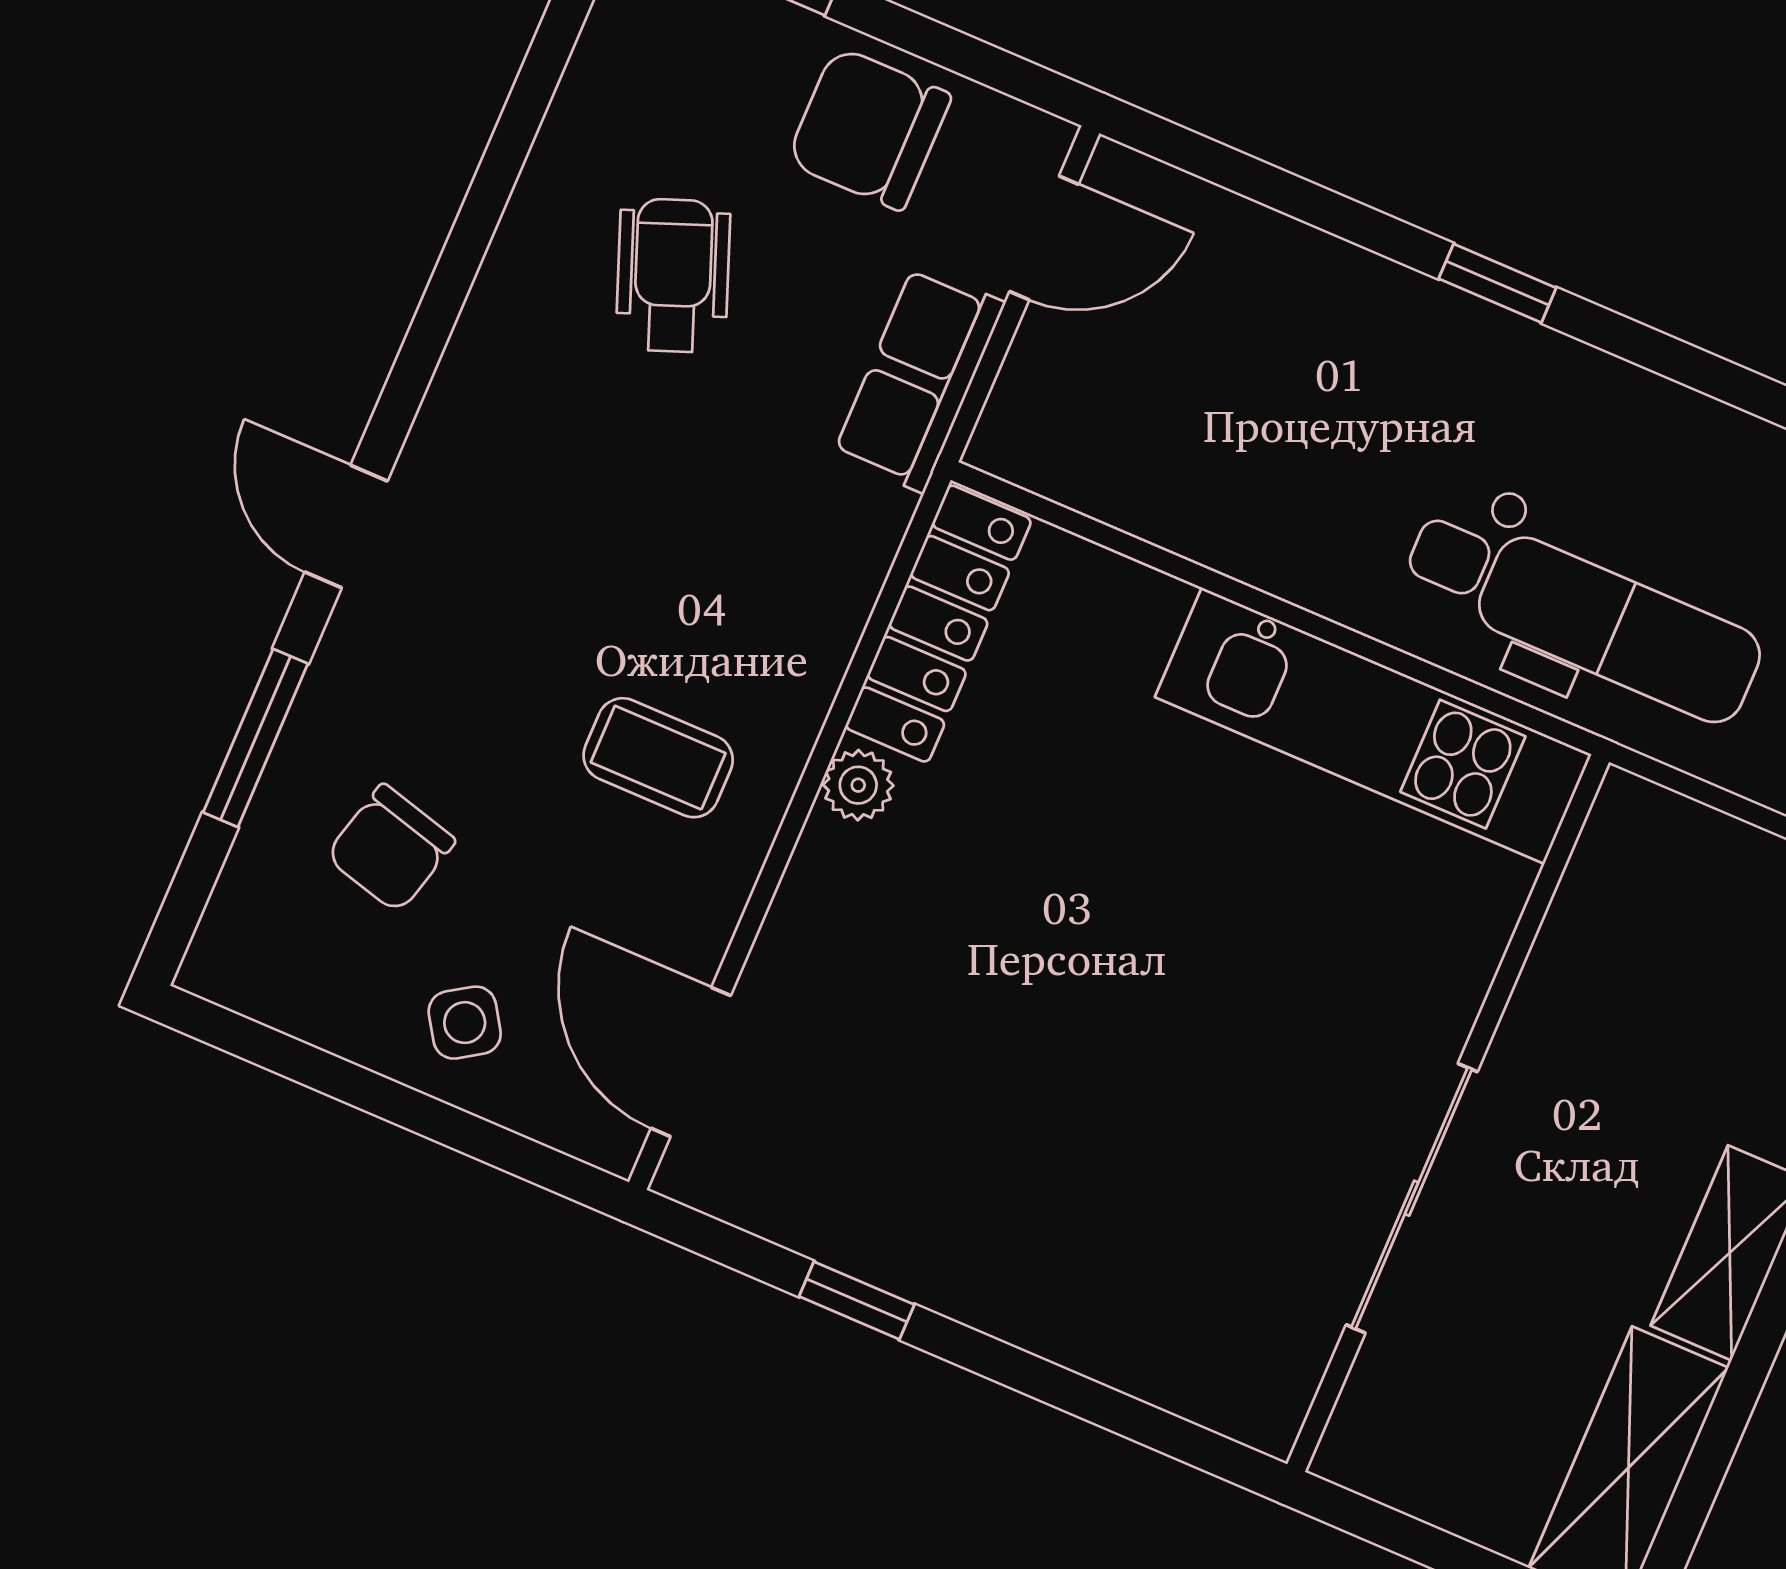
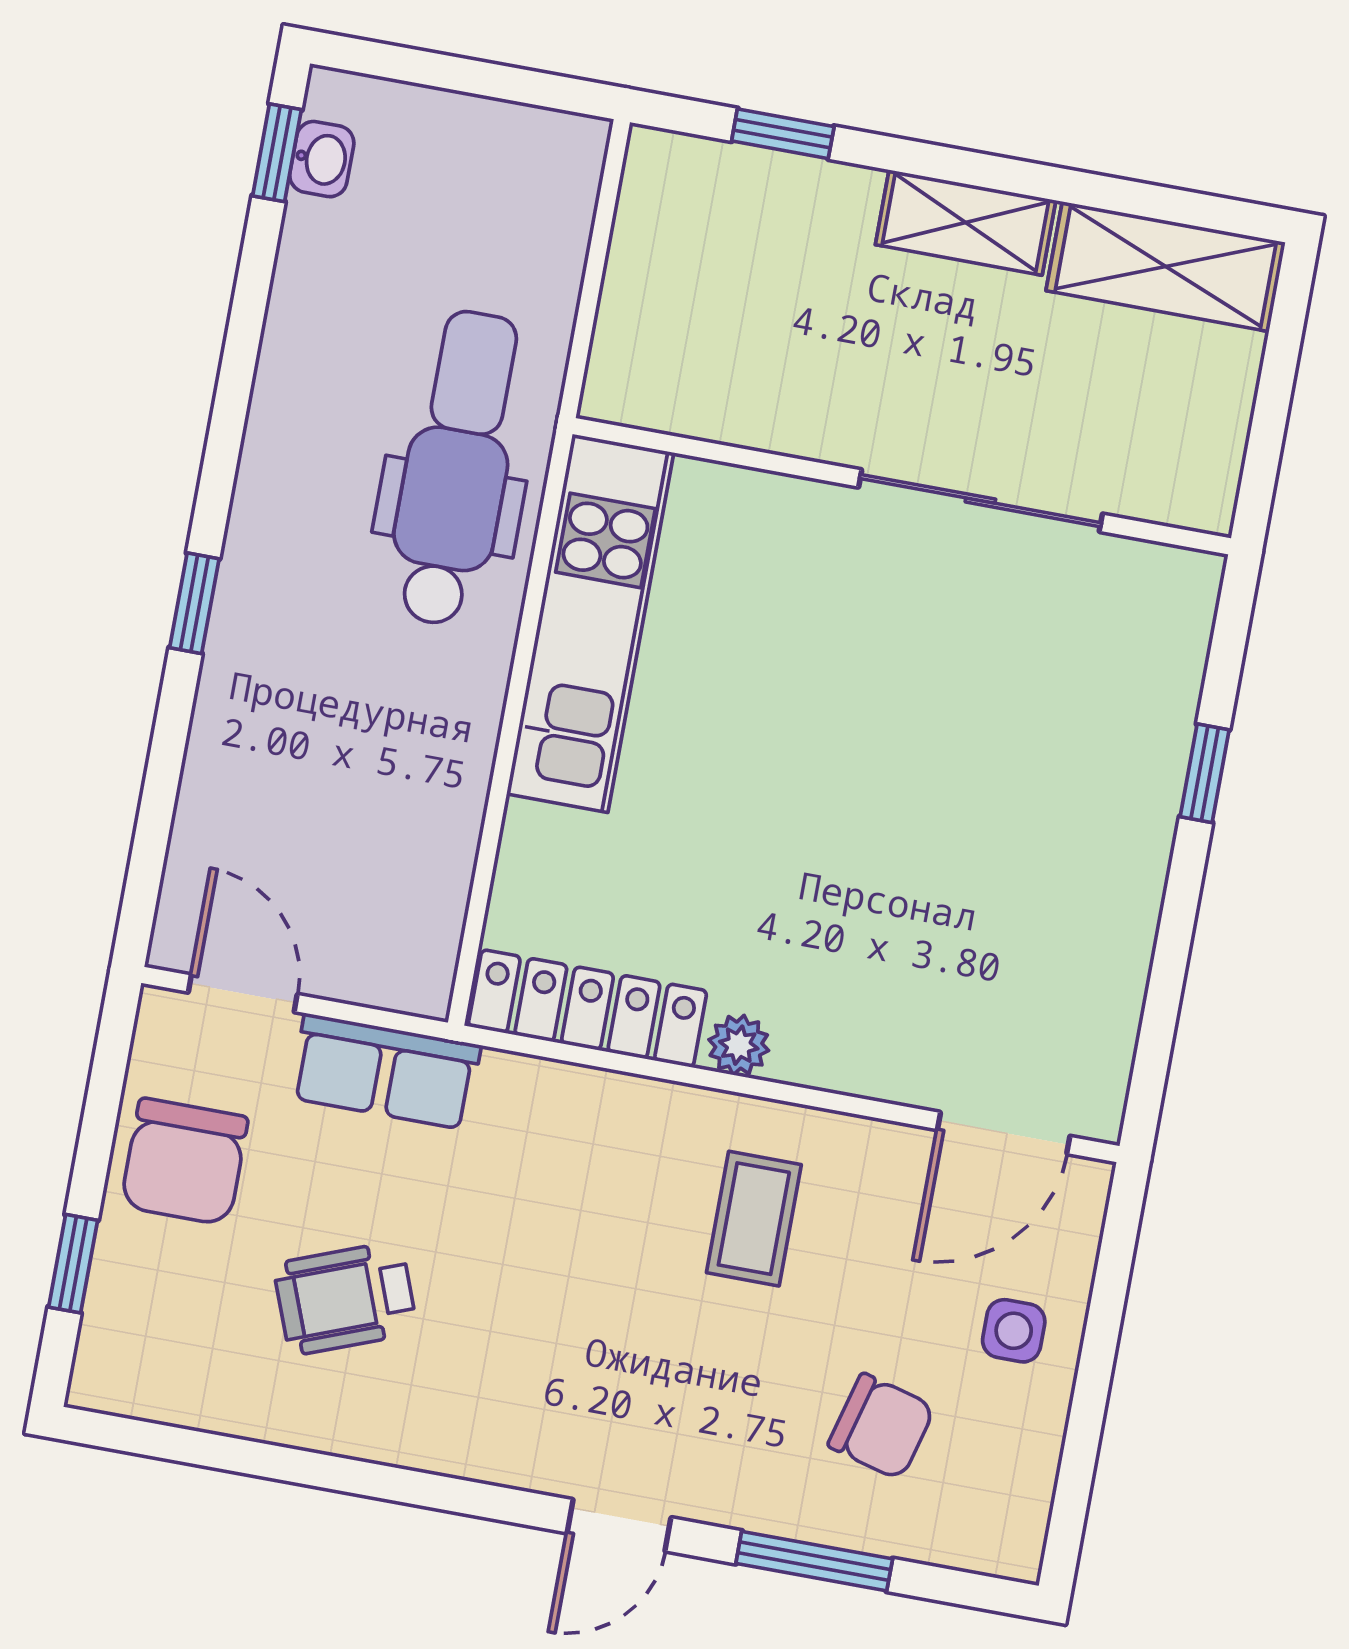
side table: (465, 1023) -> (1014, 1331), turned 33
window: (857, 1300) -> (1205, 773), moved

